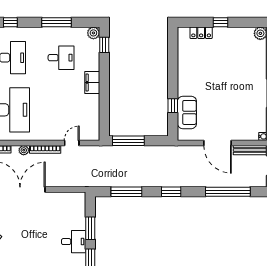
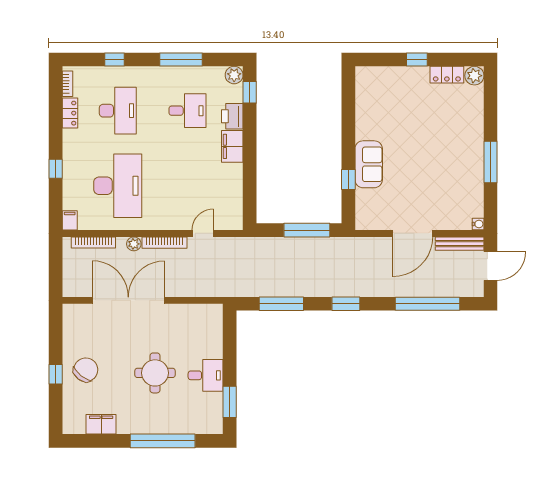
locker: (201, 33) -> (447, 75), moved
printer: (92, 62) -> (232, 116), added
sofa: (187, 112) -> (369, 164), moved
window: (128, 141) -> (307, 230), moved
door: (218, 143) -> (413, 233), hinge flipped
window: (90, 228) -> (230, 356), removed
round table: (38, 240) -> (155, 373), added

